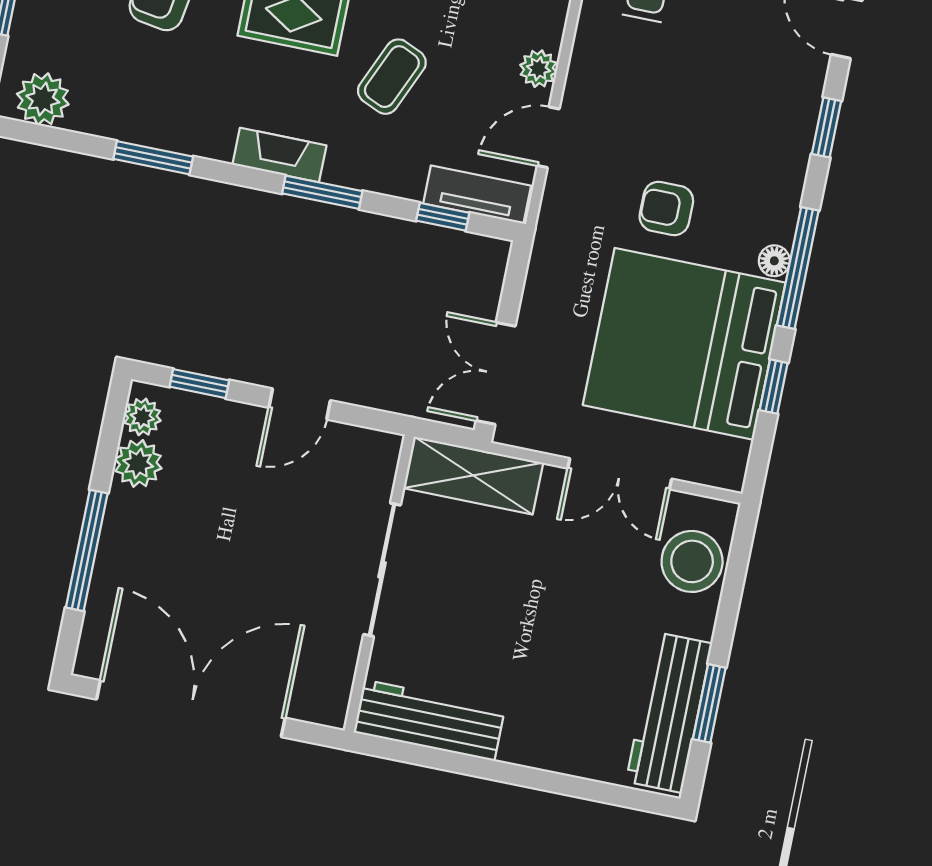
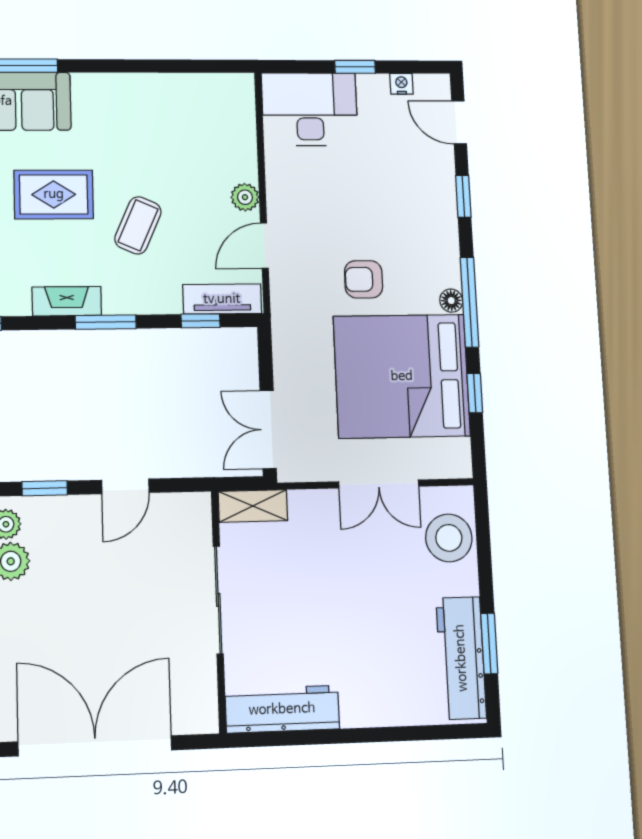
shelving: (473, 475) -> (253, 506), width x0.67, depth x0.75

